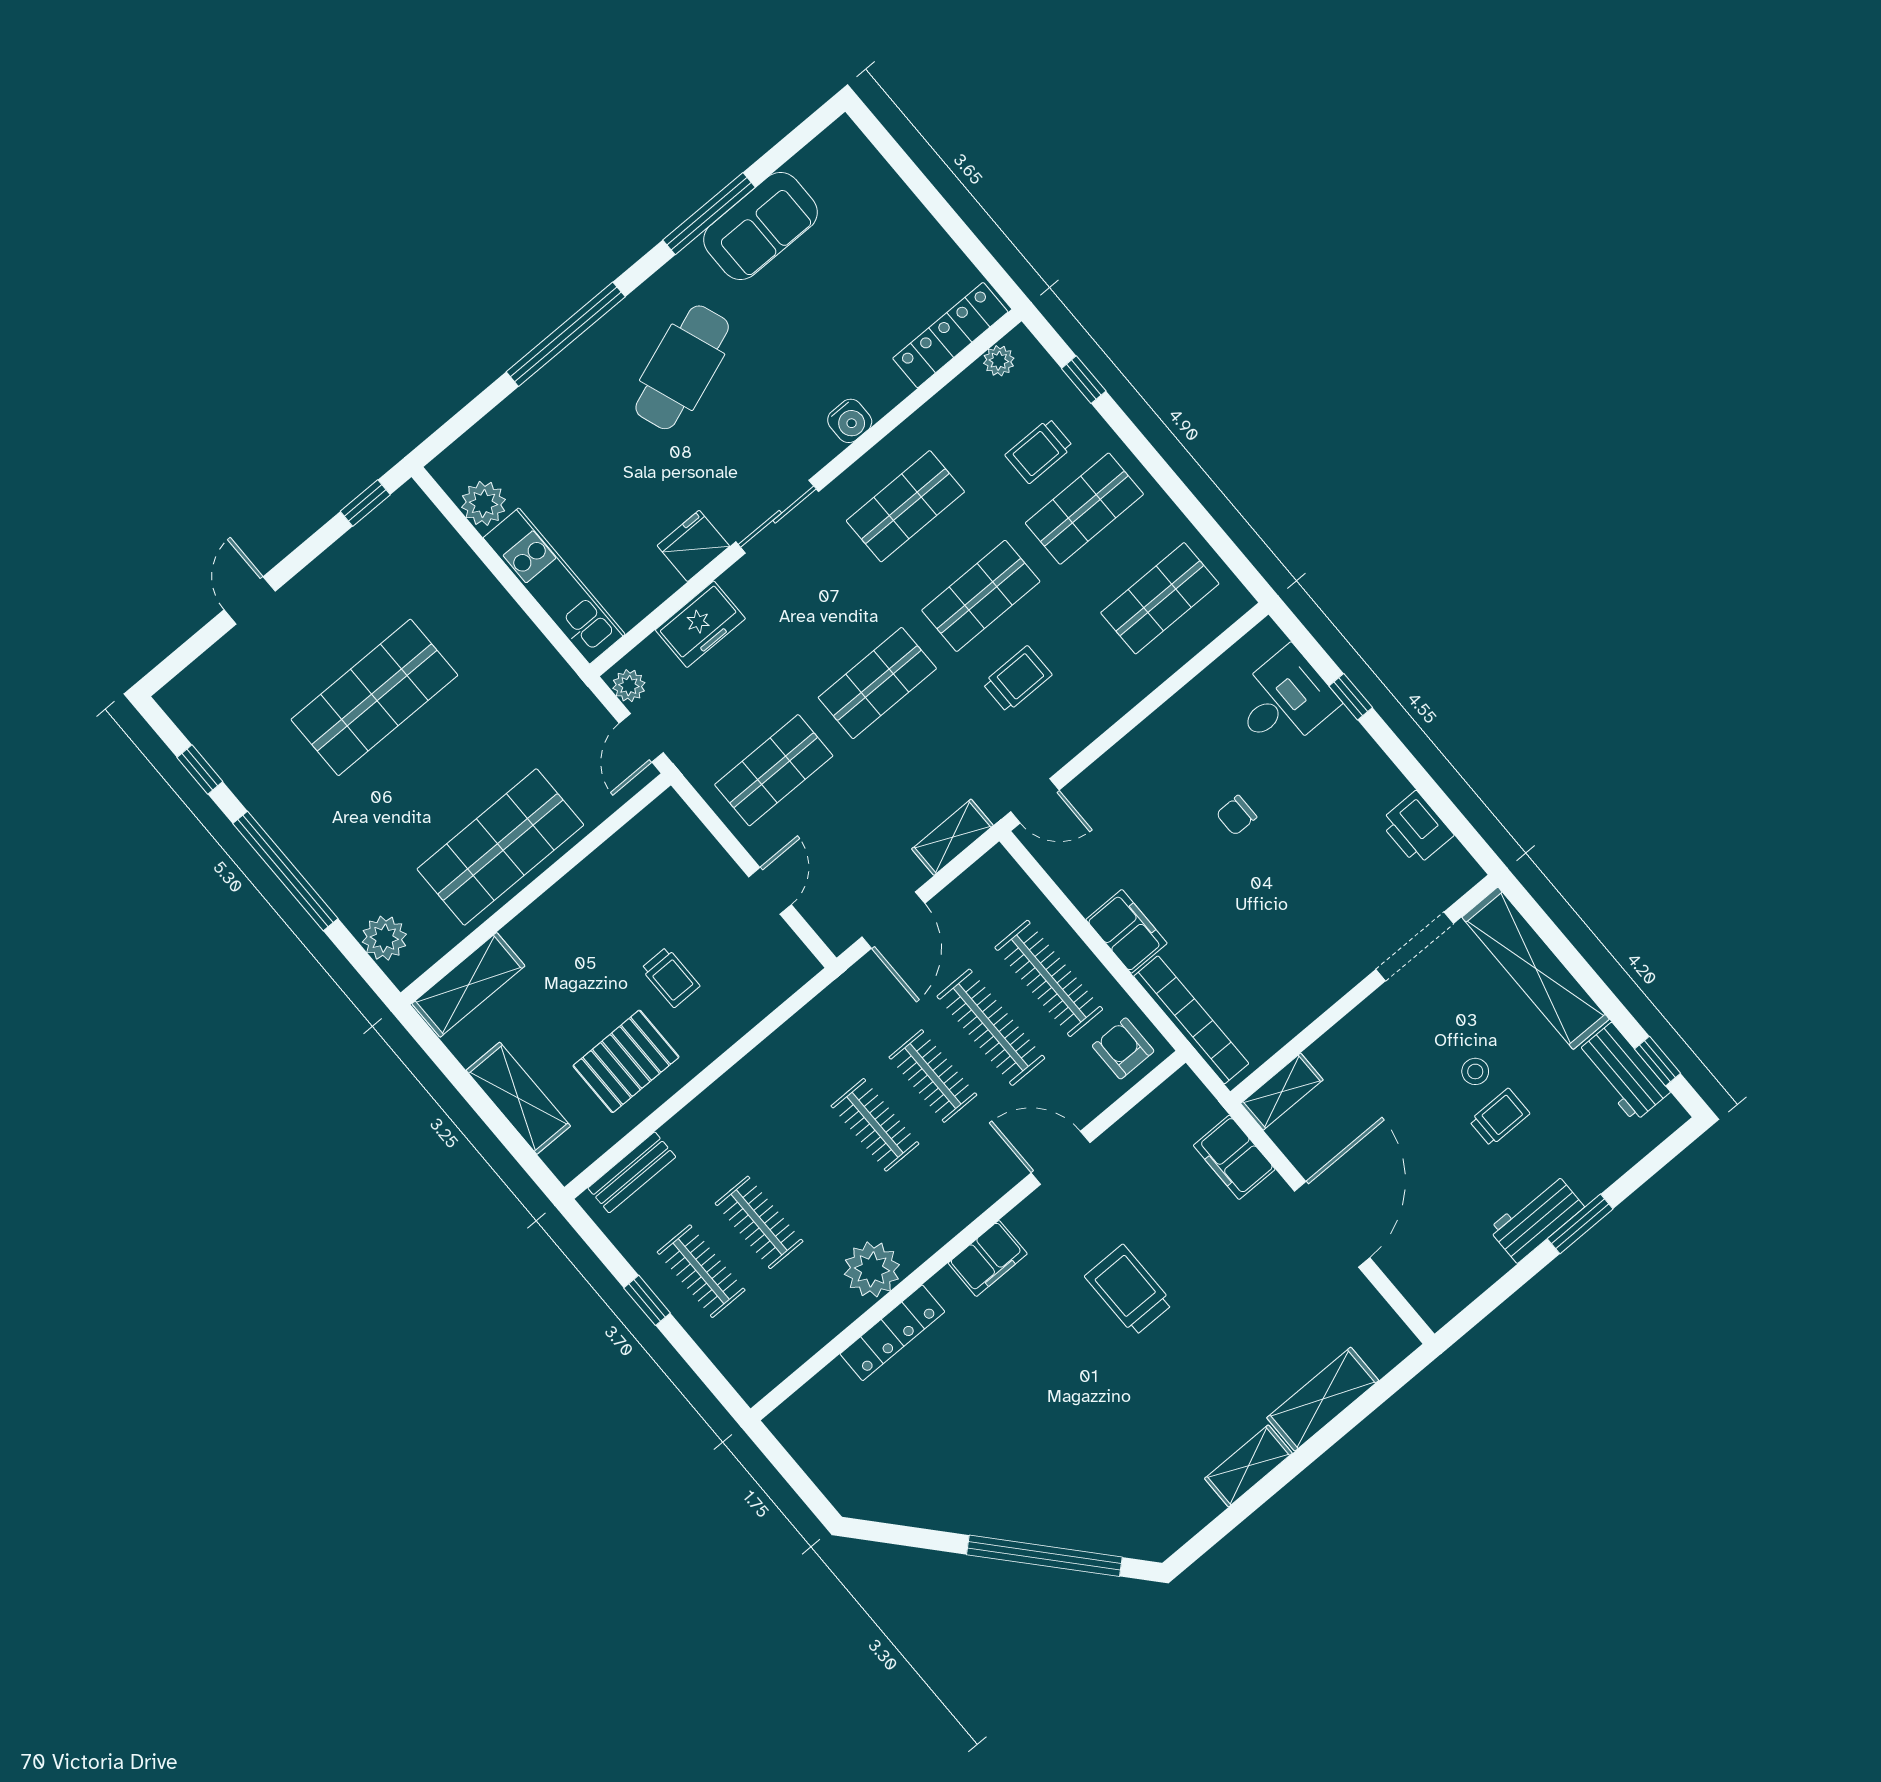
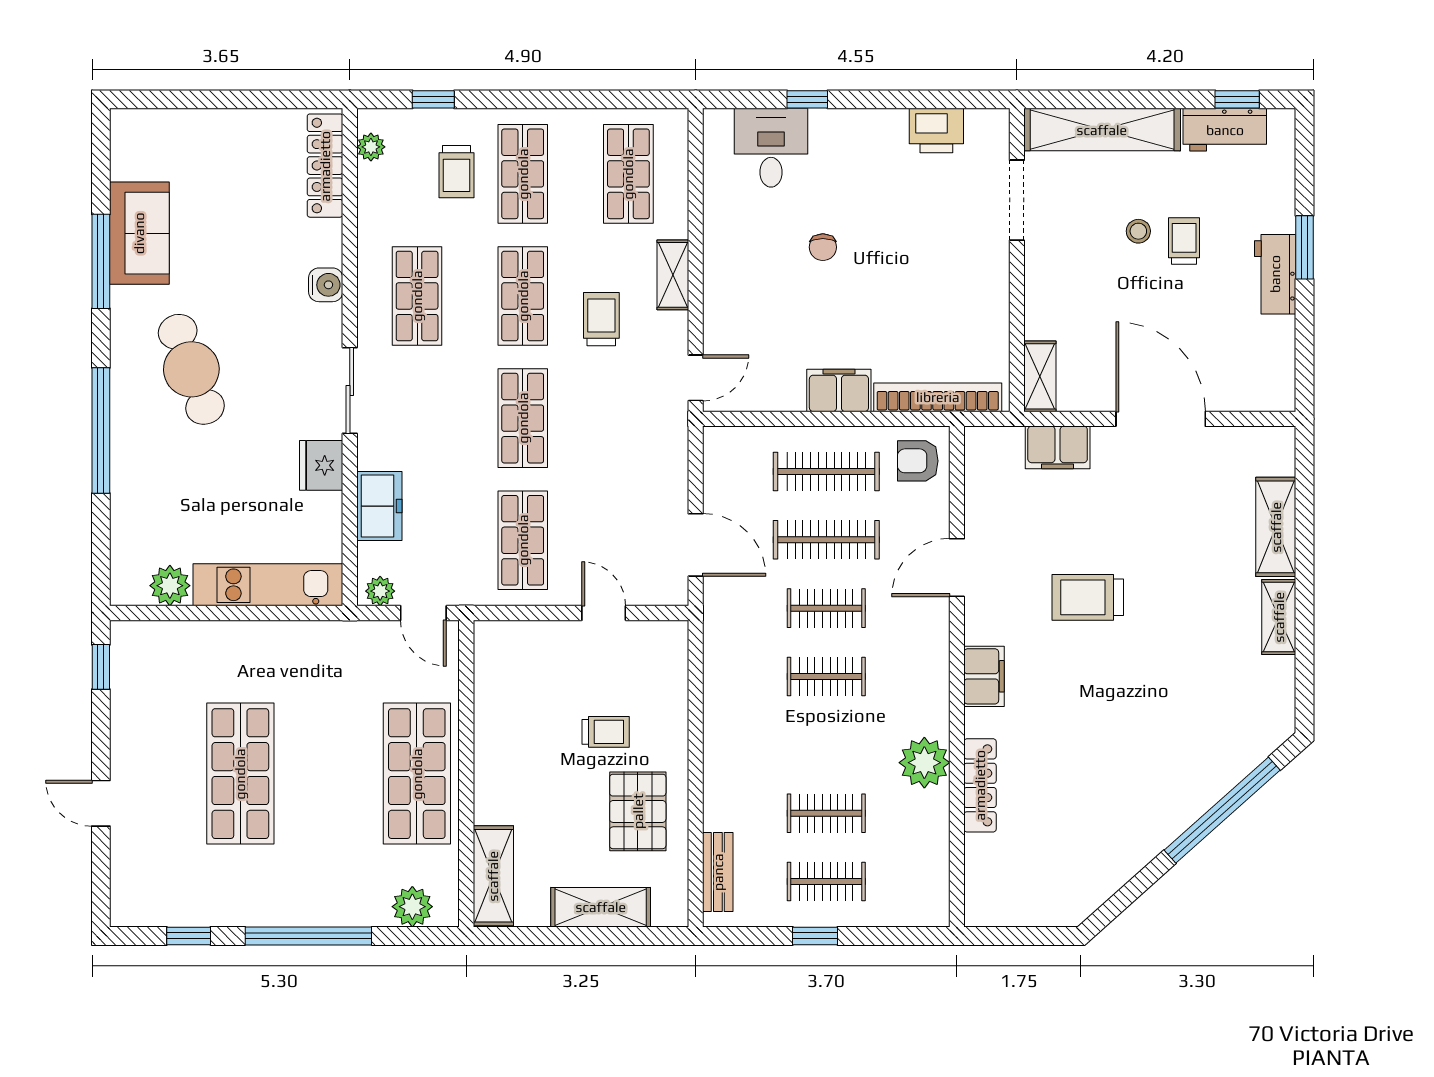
shelving: (953, 837) -> (673, 275), moved

